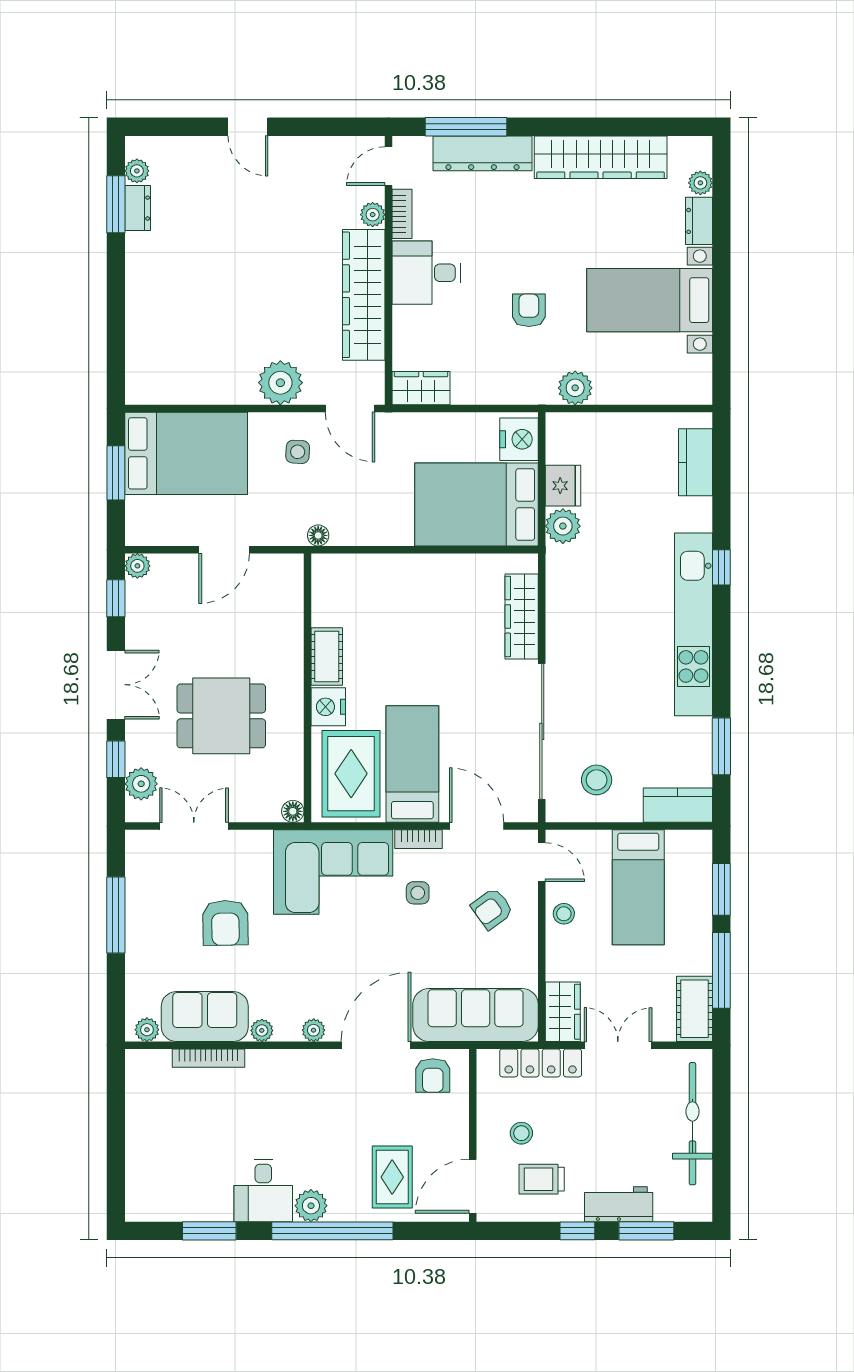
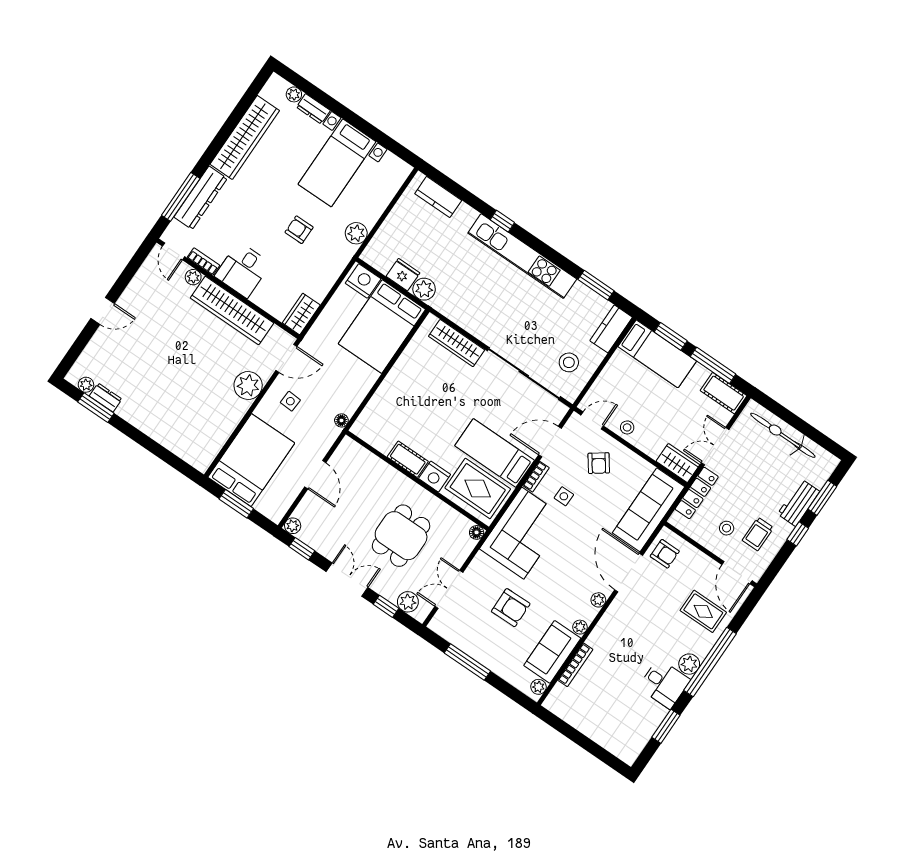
bed: (638, 887) -> (657, 354), moved

